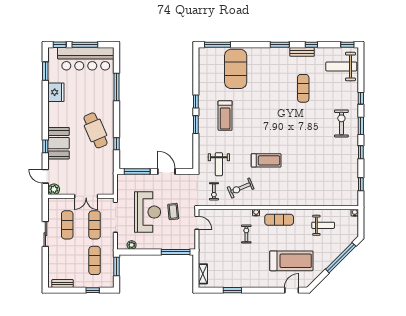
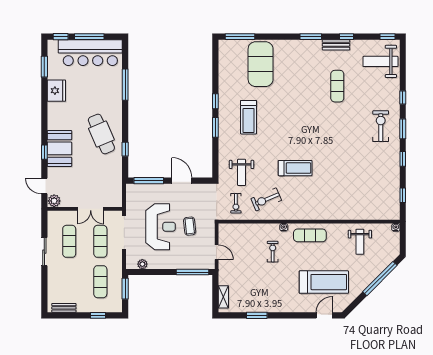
door: (197, 223) -> (217, 252), moved
weight bench: (323, 225) -> (360, 242), turned 90

